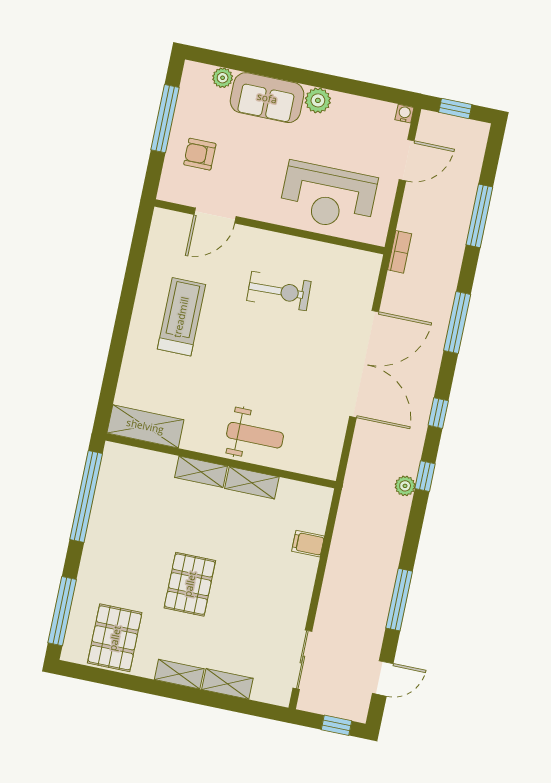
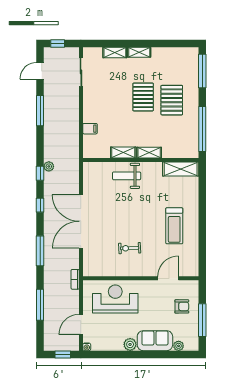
exercise bike: (279, 291) -> (130, 248), width x0.73, depth x0.72
pallet: (115, 638) -> (172, 100), moved

